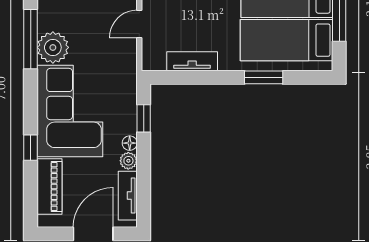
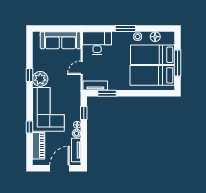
window: (31, 39) -> (29, 75), width x0.46
tv unit: (192, 61) -> (95, 86), moved
window: (264, 77) -> (107, 93), moved

